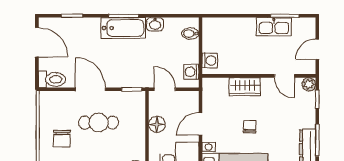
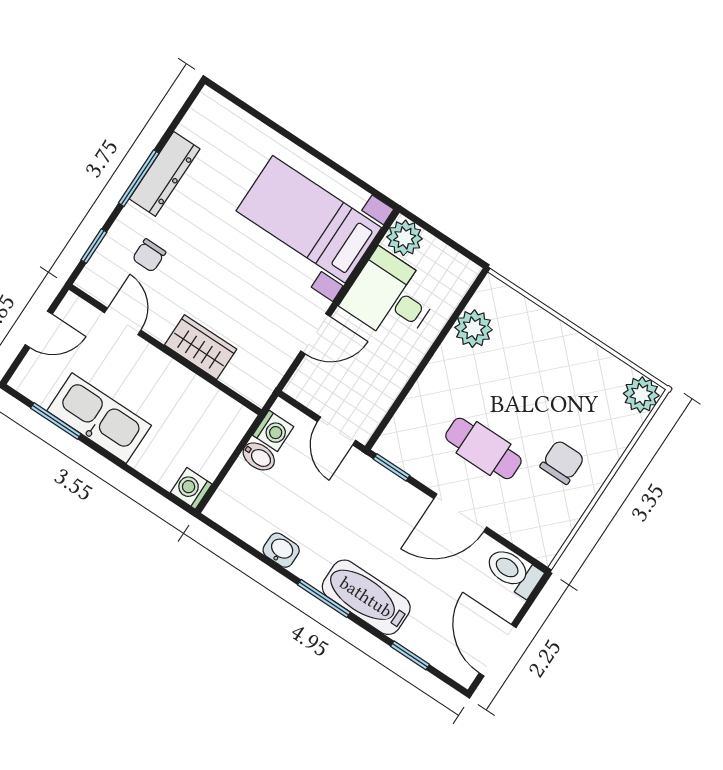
kitchen sink: (274, 27) -> (99, 418), width x1.36, depth x1.24
bathtub: (123, 28) -> (366, 597), moved
bidet: (190, 34) -> (259, 456), moved
washing machine: (210, 61) -> (191, 488), moved
plant: (309, 84) -> (91, 280), removed
door: (90, 89) -> (460, 513), hinge flipped
floor lamp: (157, 124) -> (388, 381), removed
chair: (250, 127) -> (149, 255), moved

